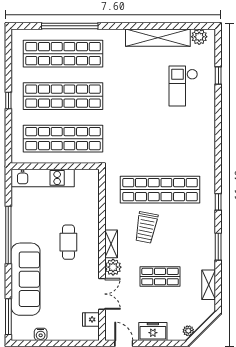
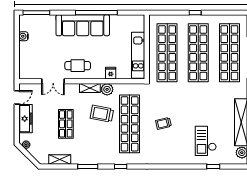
checkout: (183, 86) -> (206, 141), turned -90
trolley: (159, 144) -> (163, 123), added
kitchen unit: (43, 178) -> (138, 55), moved
cafe table: (68, 242) -> (78, 66), moved
plant: (113, 267) -> (107, 89), moved
sofa: (26, 279) -> (83, 25), moved
fridge: (91, 319) -> (111, 73), moved
freezer: (153, 331) -> (26, 119), width x1.40

